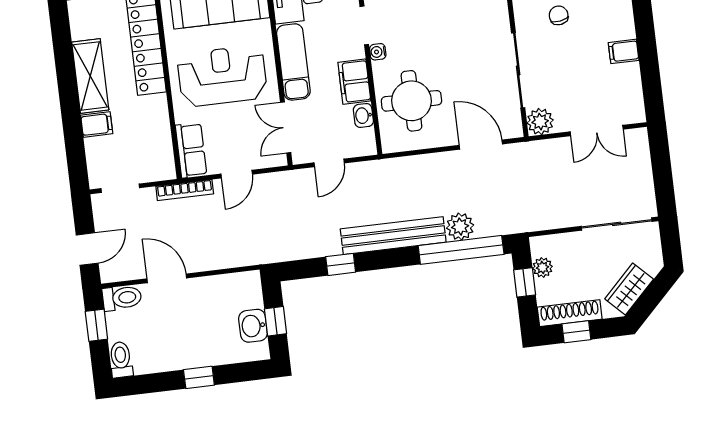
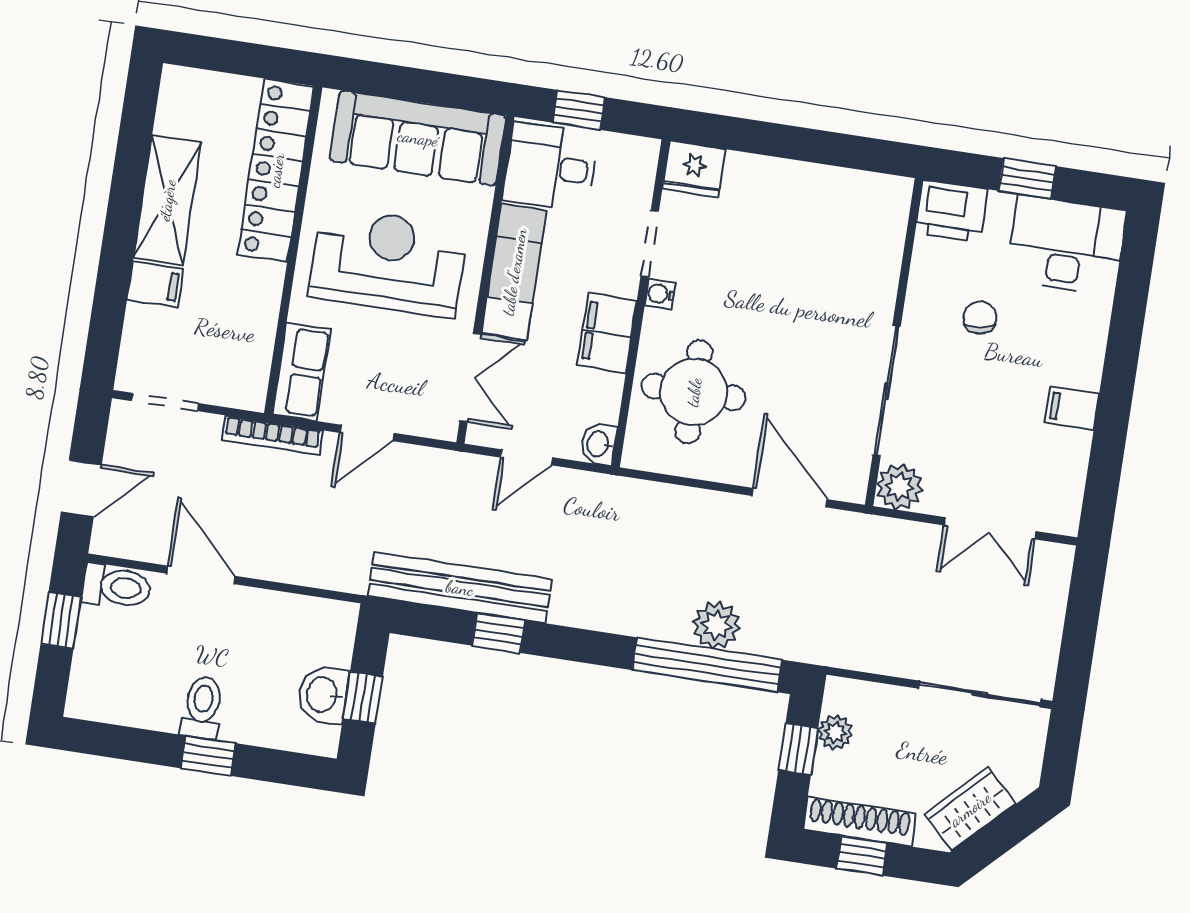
washbasin: (363, 115) -> (599, 444), moved
double door: (286, 127) -> (470, 378), swing flipped
bench: (393, 236) -> (460, 588), moved
toilet: (121, 360) -> (202, 707), moved

